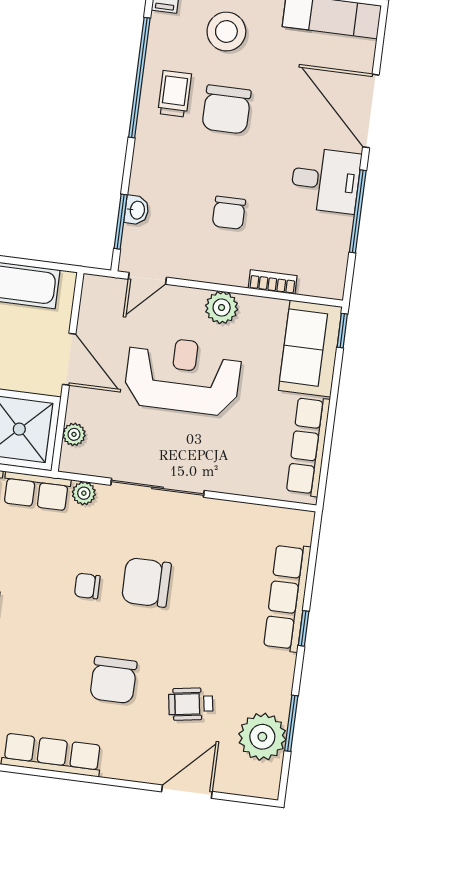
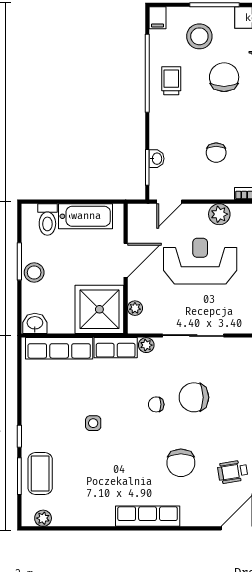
chair: (226, 109) -> (224, 77), moved, turned 180
door: (69, 359) -> (126, 260), hinge flipped

